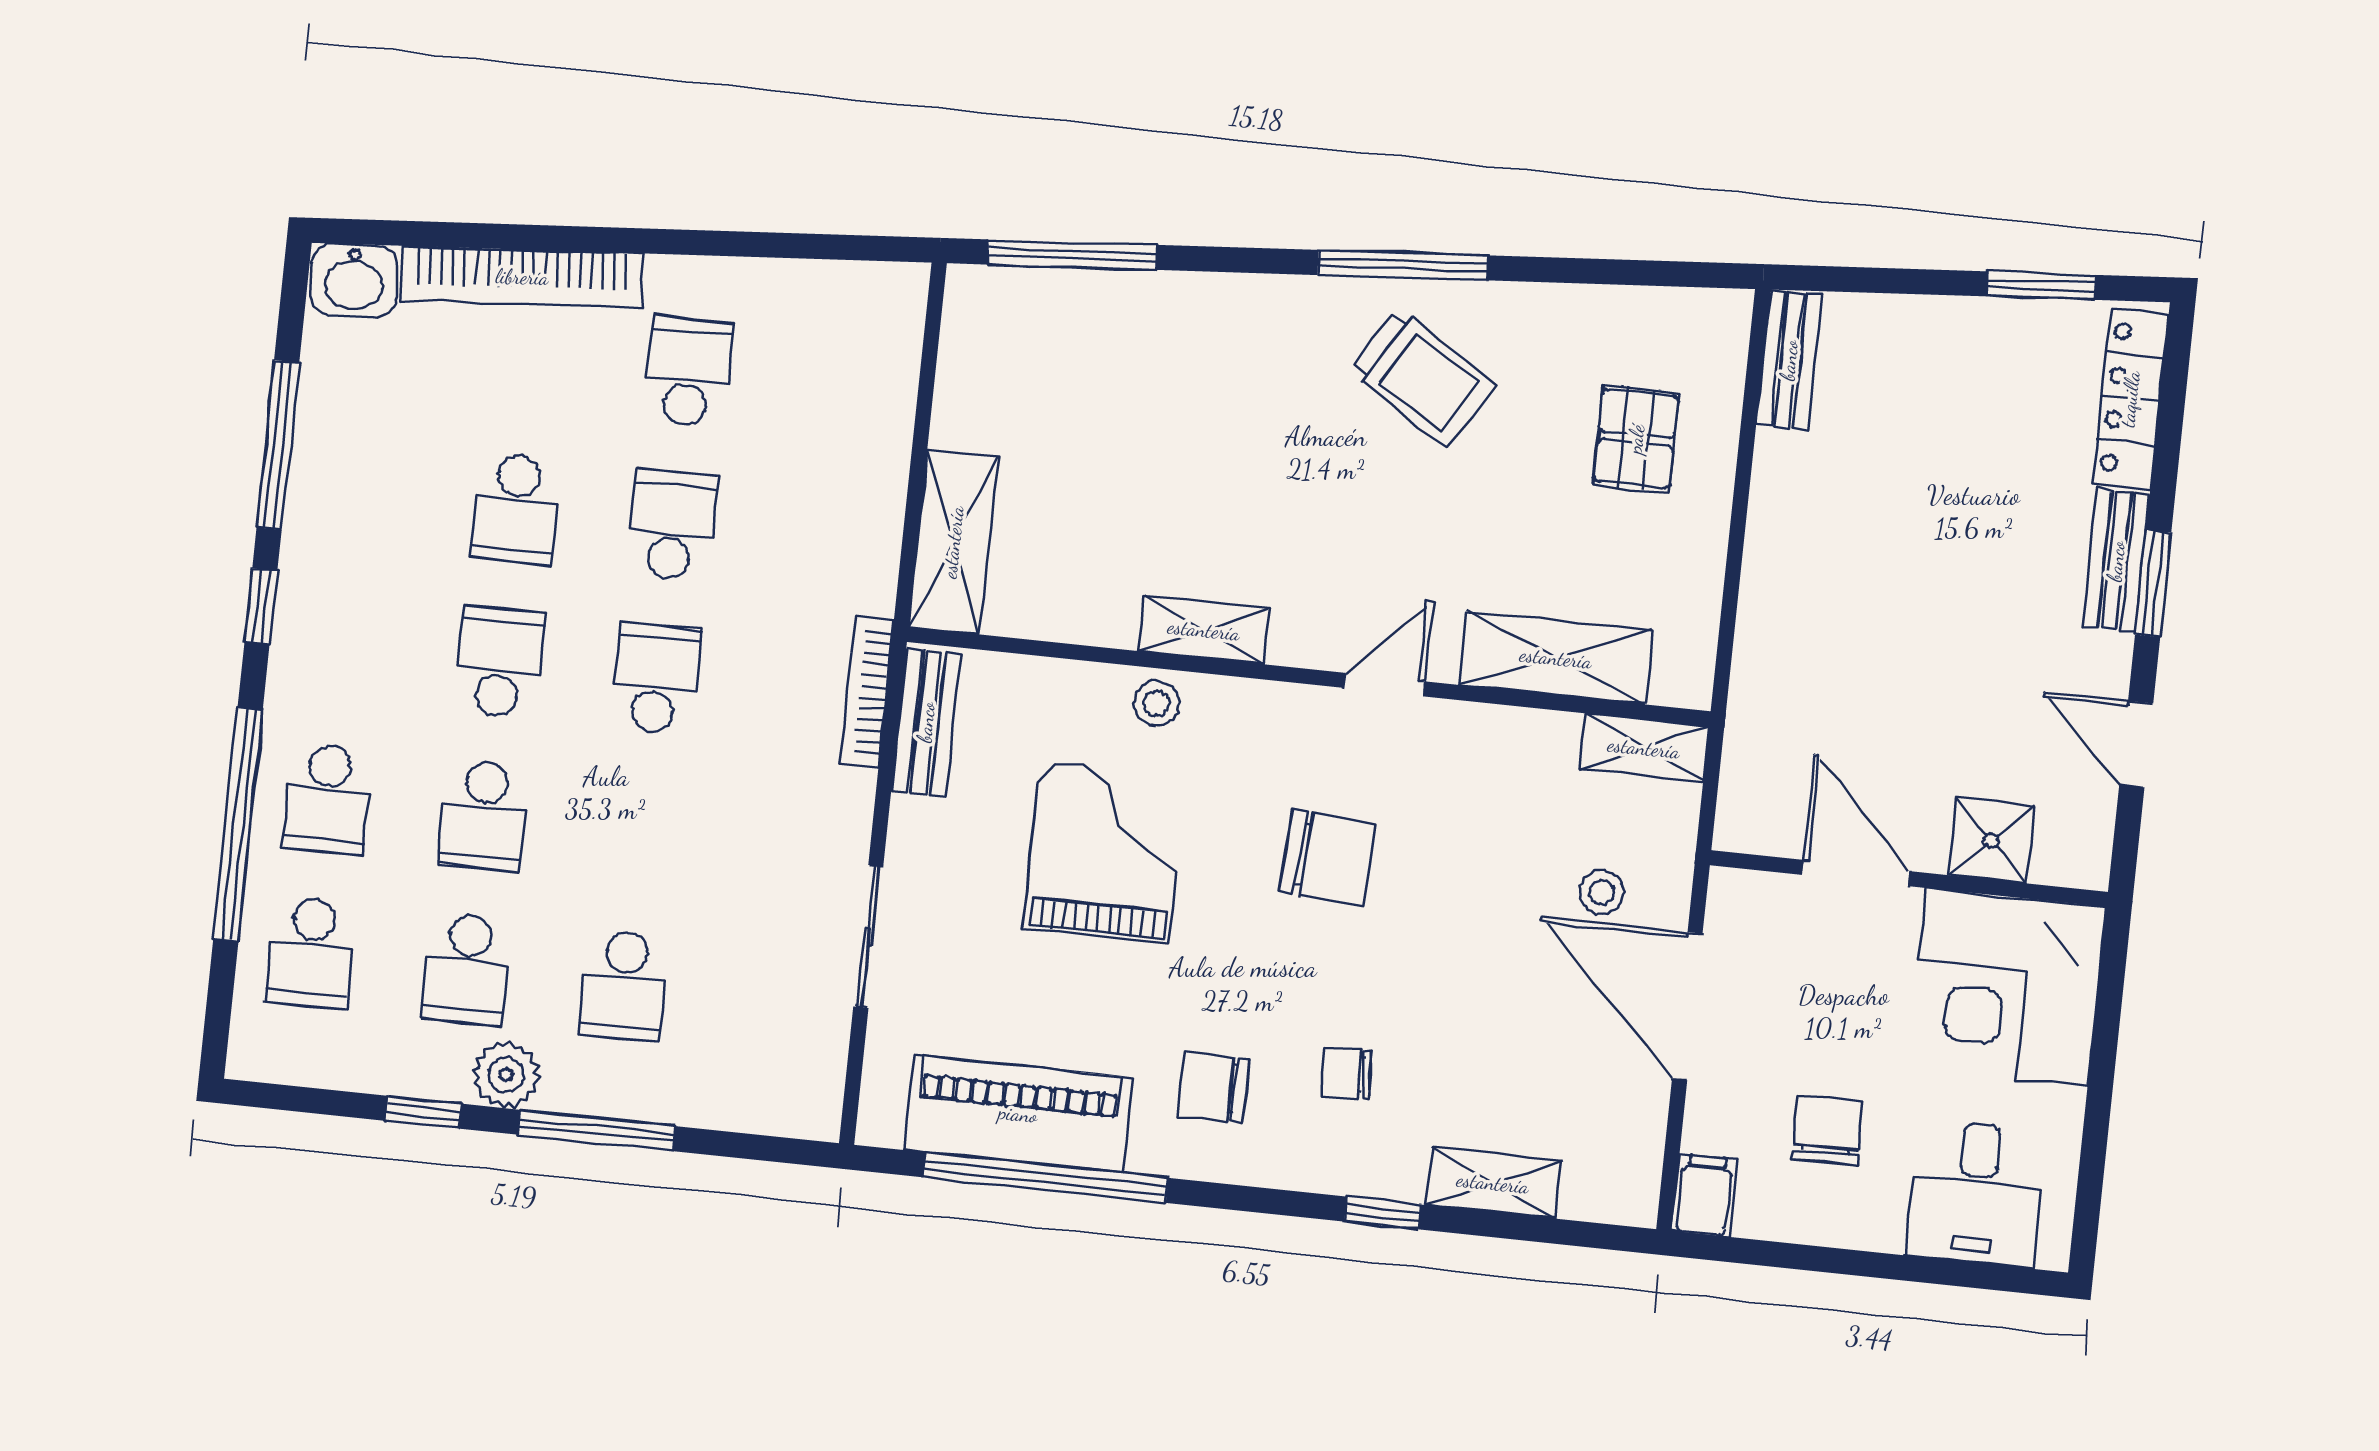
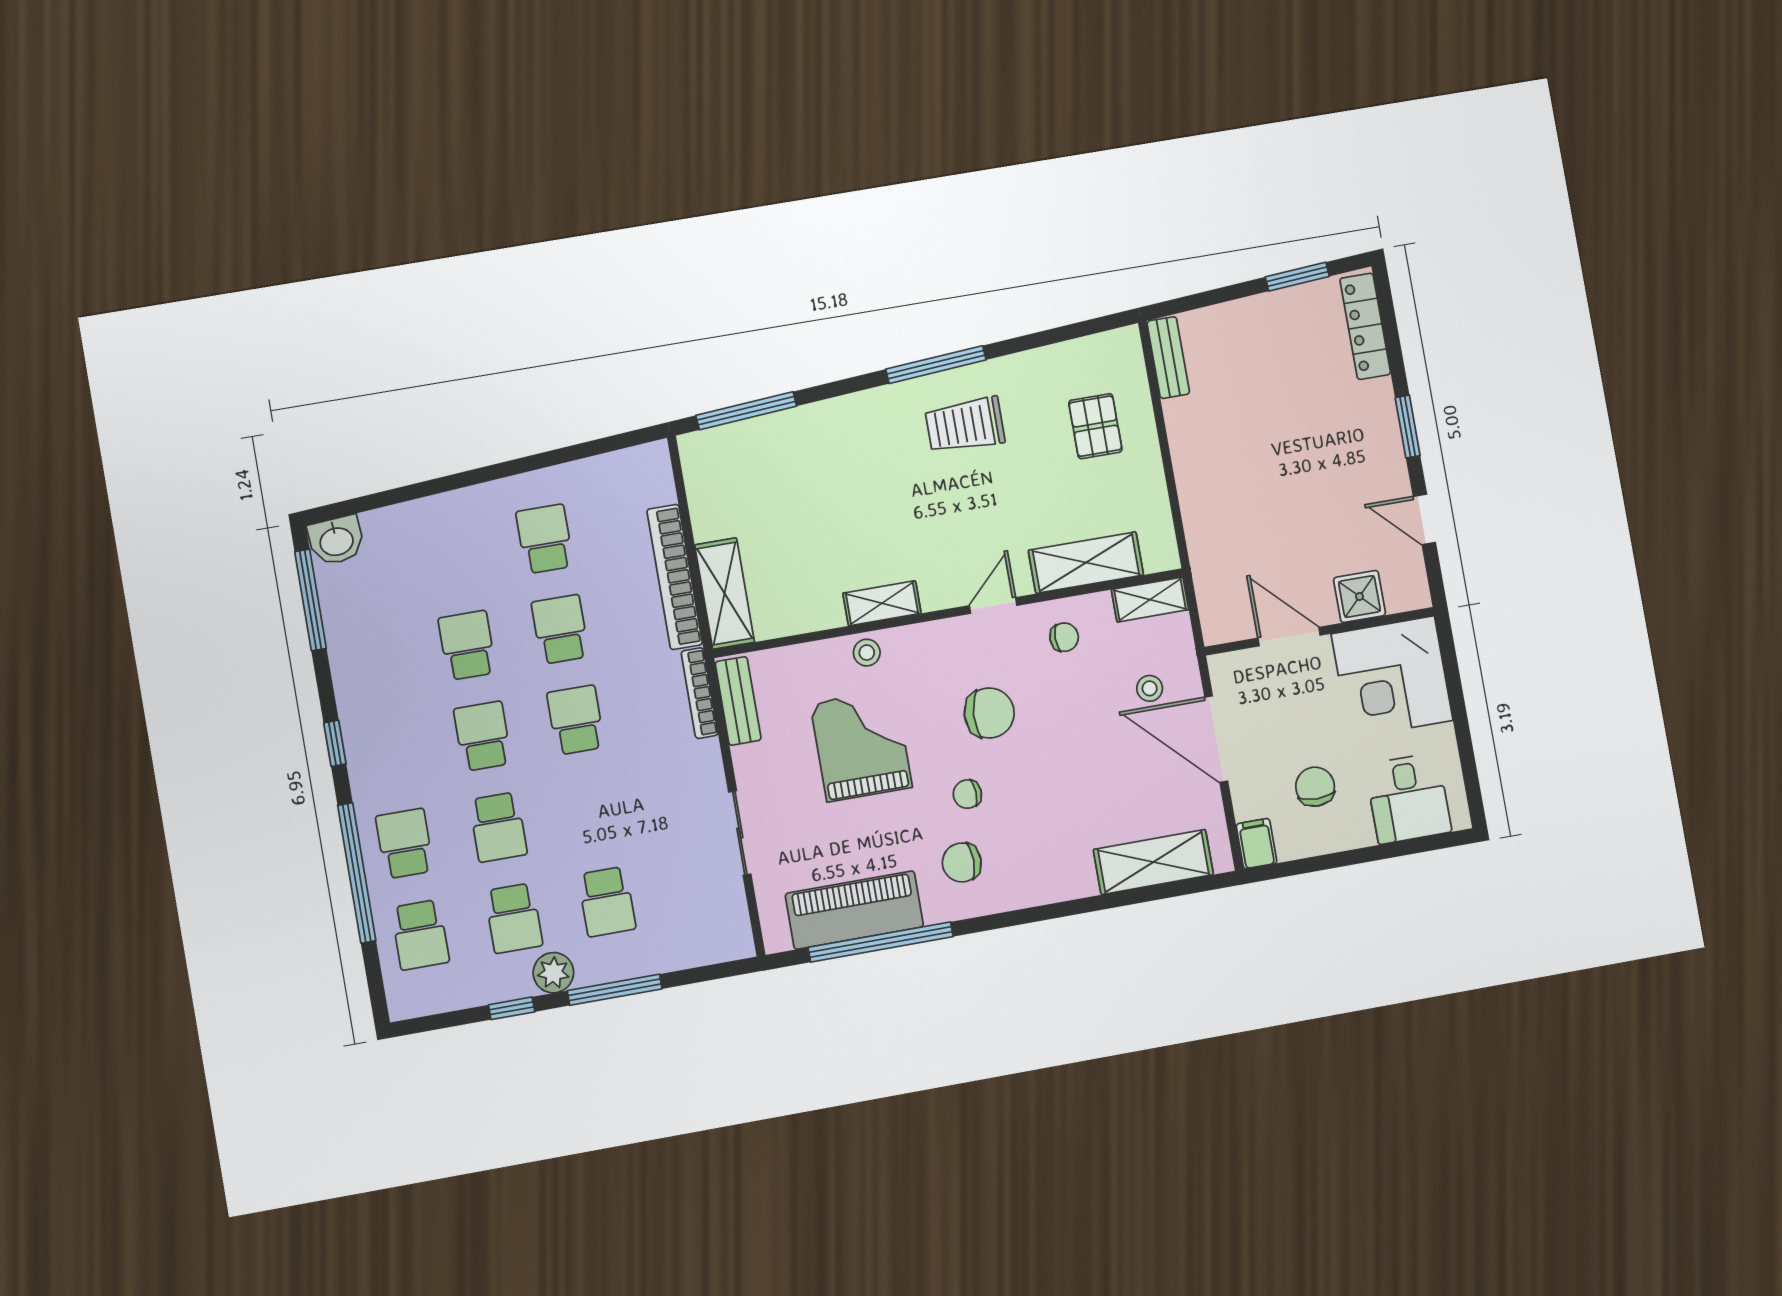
bookcase: (522, 277) -> (675, 577), moved, turned 94
trolley: (1423, 377) -> (965, 425), turned 148
window: (278, 445) -> (311, 600), moved
school desk: (516, 509) -> (467, 645), turned 180
bench: (2116, 561) -> (1384, 419), removed
chair: (1486, 769) -> (1064, 637), added
school desk: (327, 799) -> (405, 844), turned 180
chair: (1347, 1074) -> (967, 794), moved
shelving: (1493, 1183) -> (1153, 862), width x1.50, depth x1.33
window: (1383, 1213) -> (1078, 906), removed

